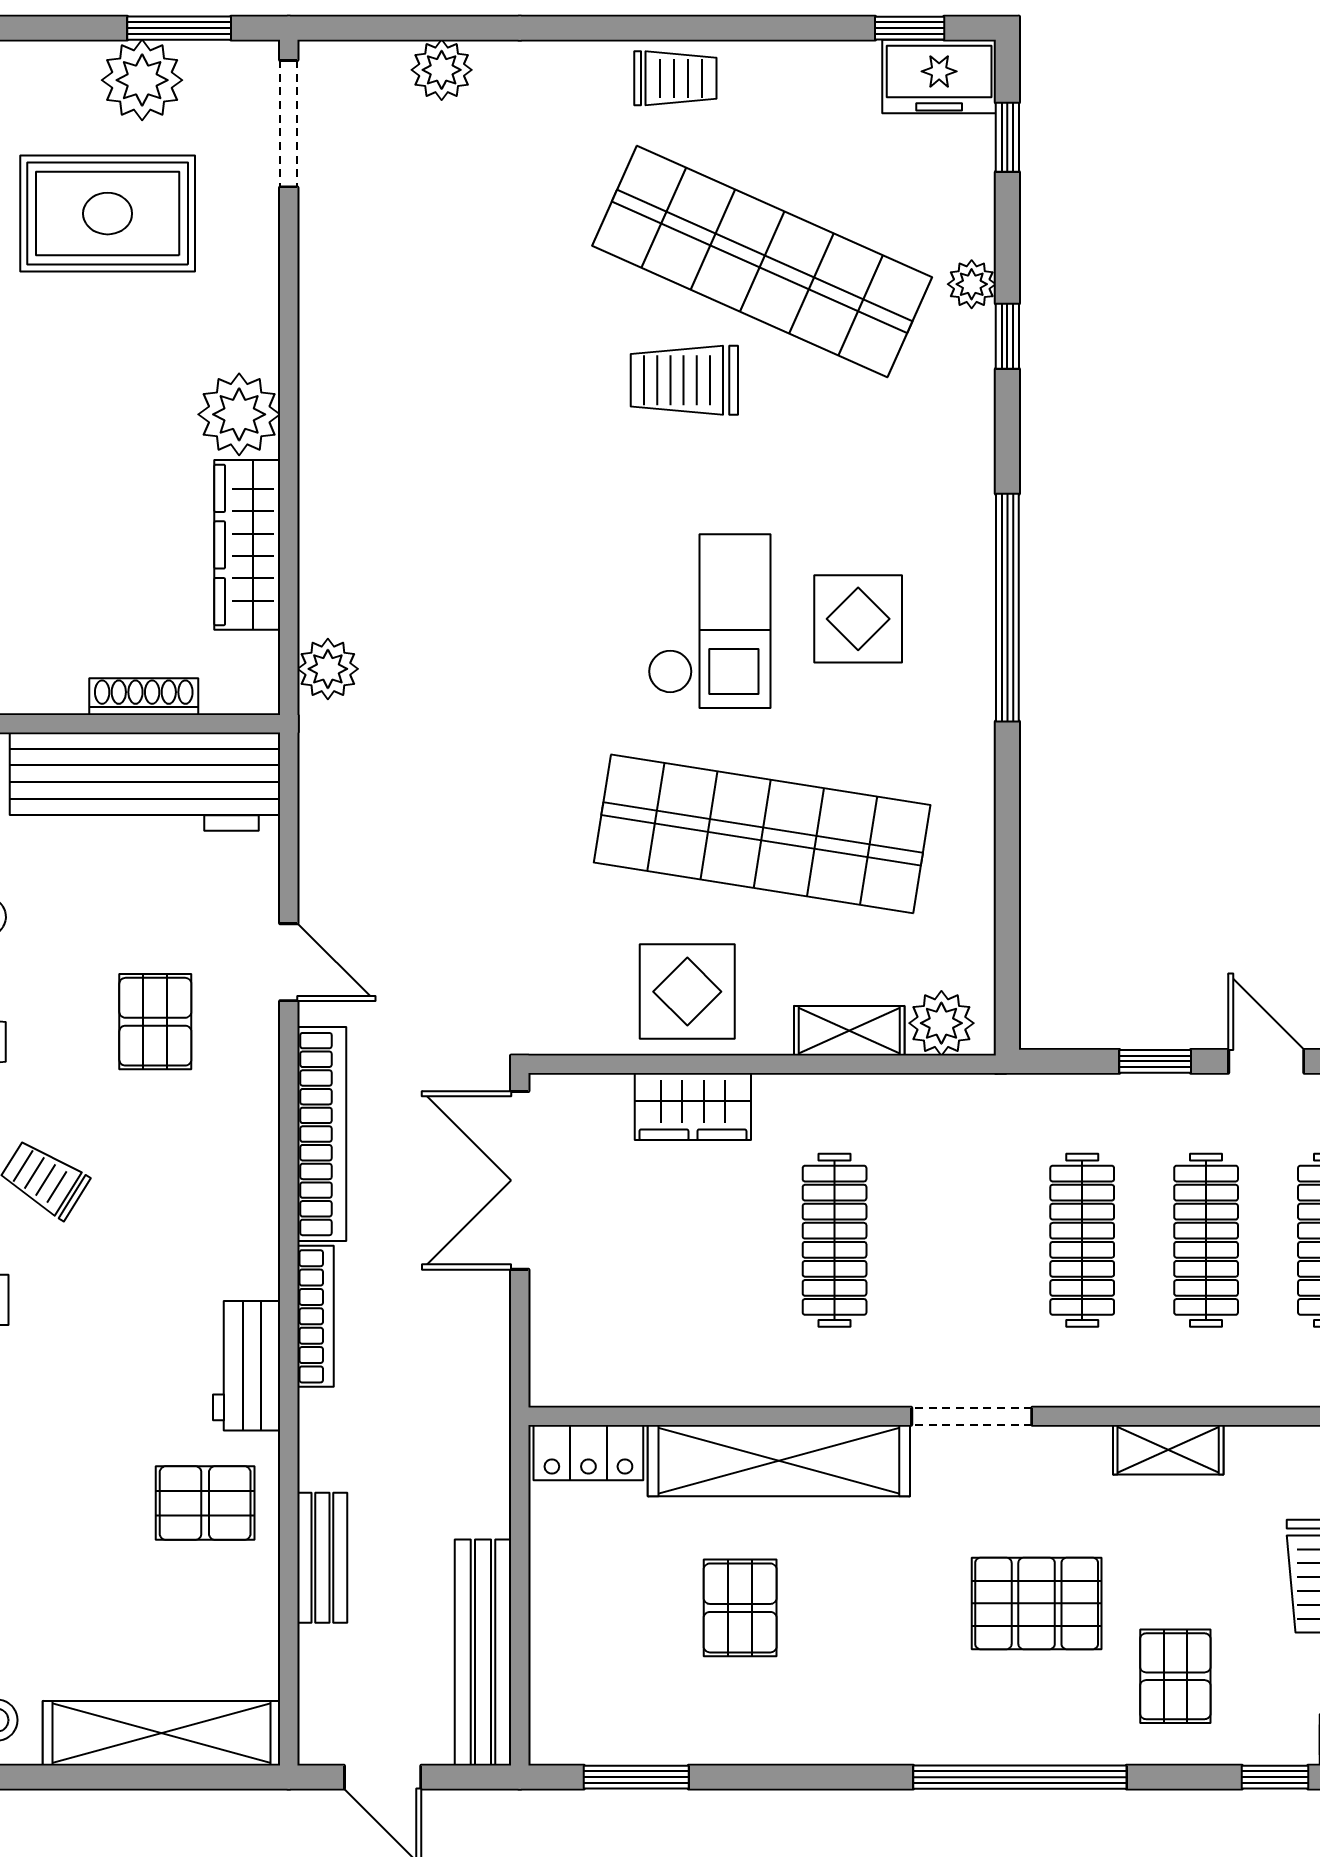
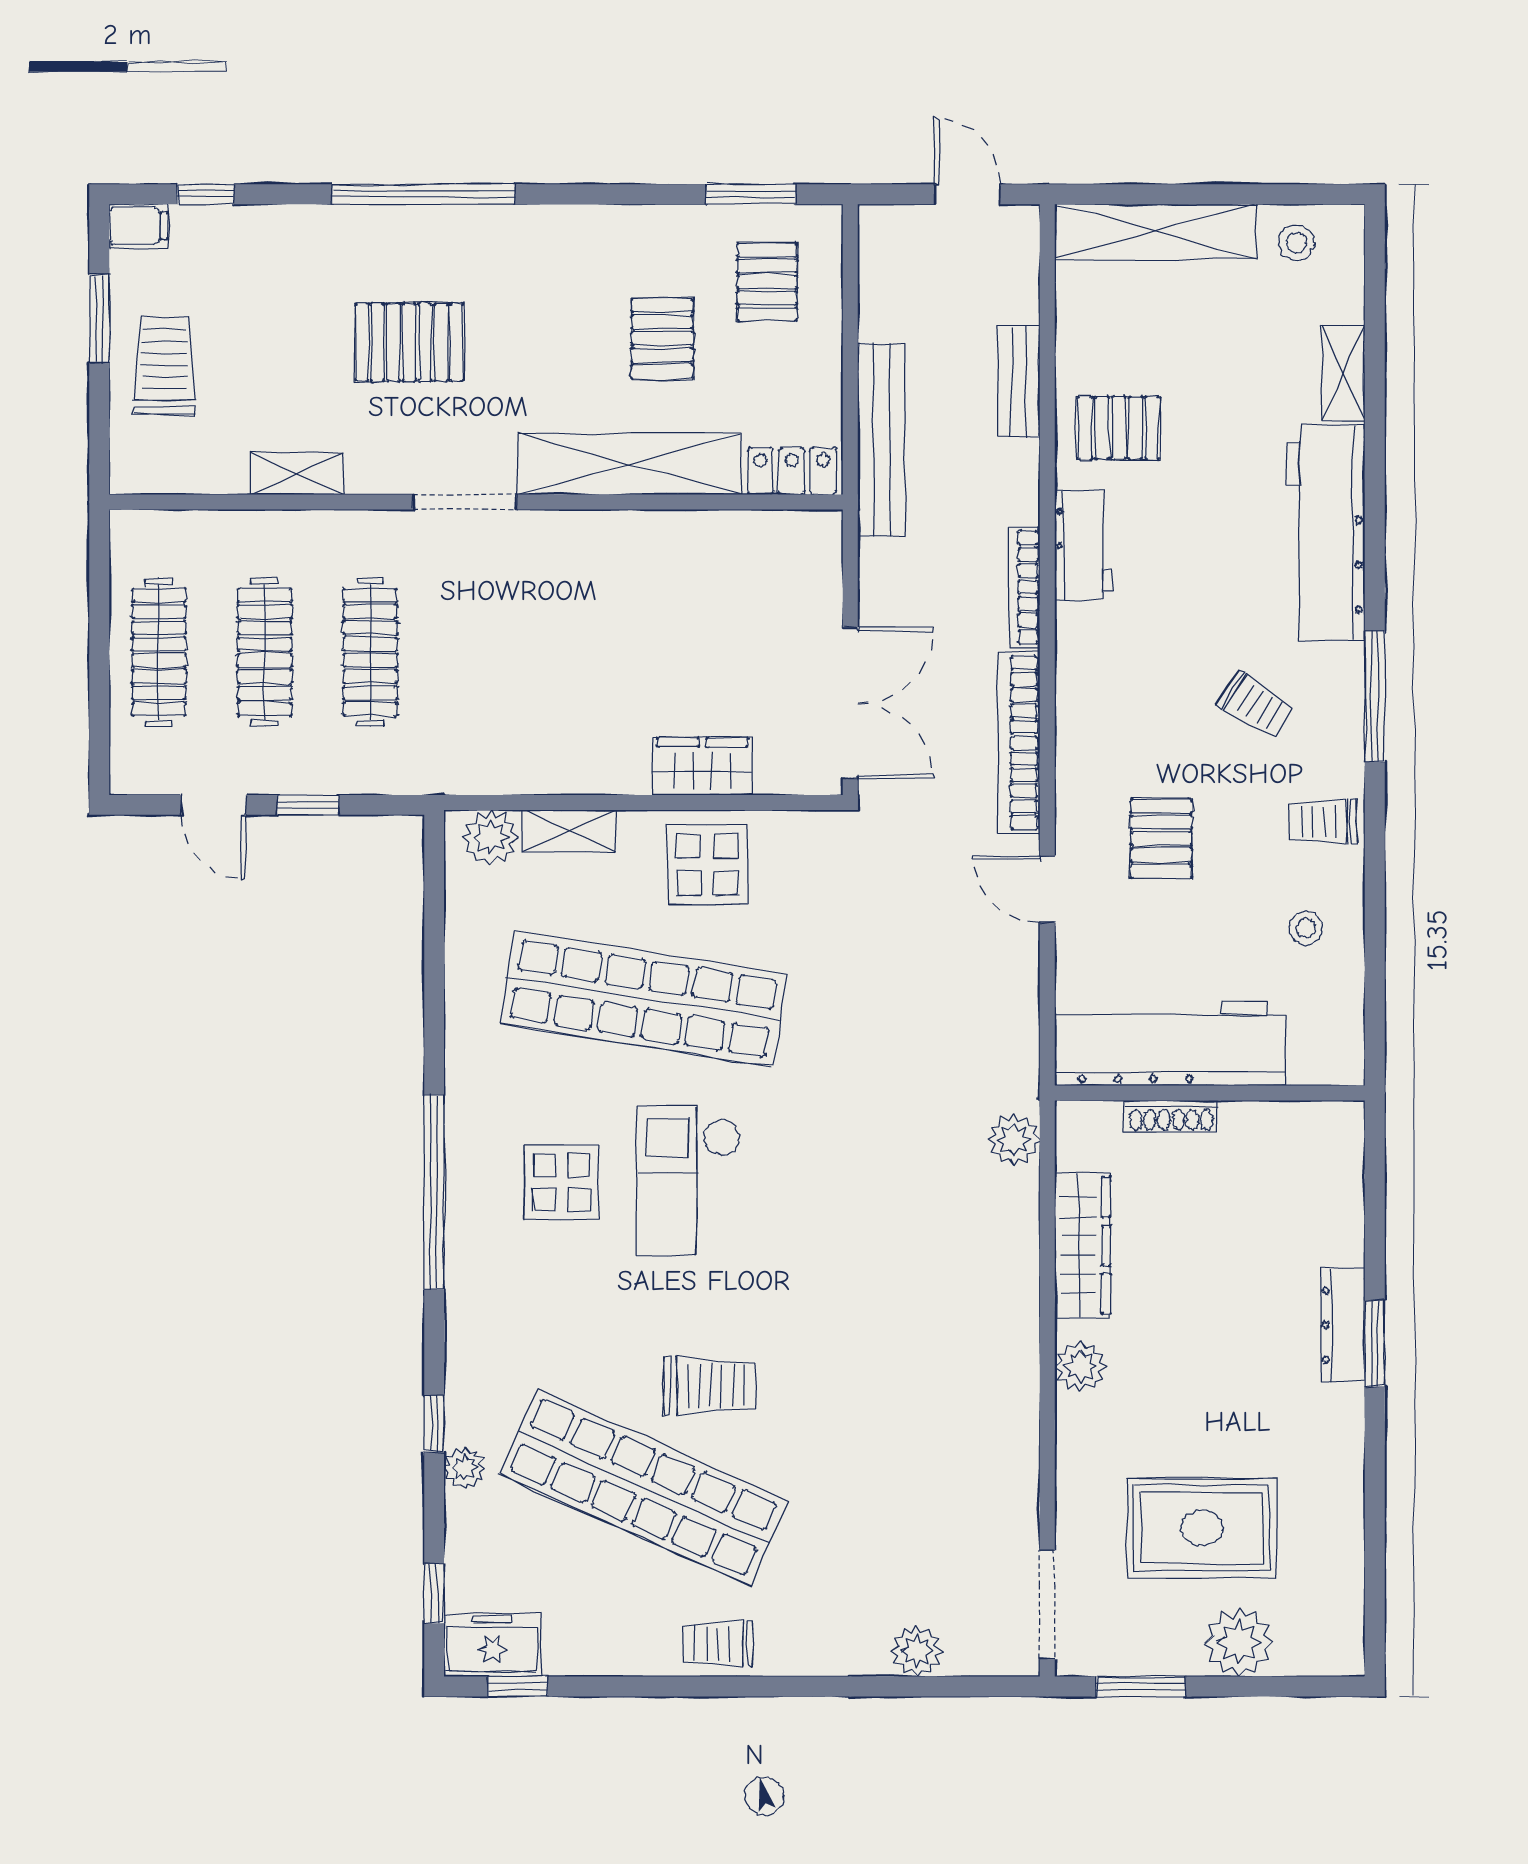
plant: (142, 80) -> (1239, 1642), moved
plant: (239, 414) -> (1080, 1366), width x0.73, depth x0.73
clothes rail: (835, 1240) -> (582, 652), removed
bench: (483, 1652) -> (882, 440), moved
pallet: (1175, 1676) -> (767, 282), moved

